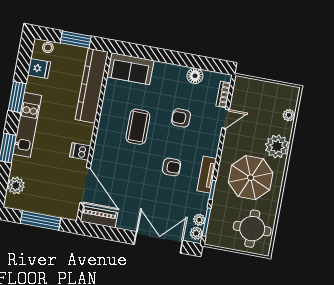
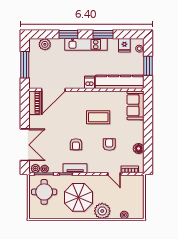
dishwasher: (80, 151) -> (90, 82), moved
round table: (252, 229) -> (44, 192), moved

